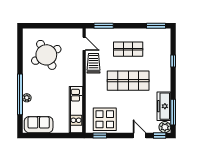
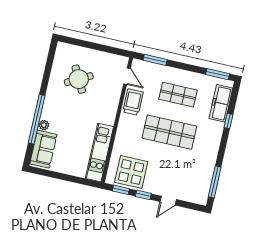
round table: (46, 55) -> (79, 79), width x0.73, depth x0.73
freezer: (164, 106) -> (221, 103), moved
sofa: (39, 125) -> (43, 149), moved, turned 90
plant: (165, 127) -> (201, 198), removed
door: (140, 135) -> (168, 201), swing flipped
window: (160, 135) -> (143, 195), moved

